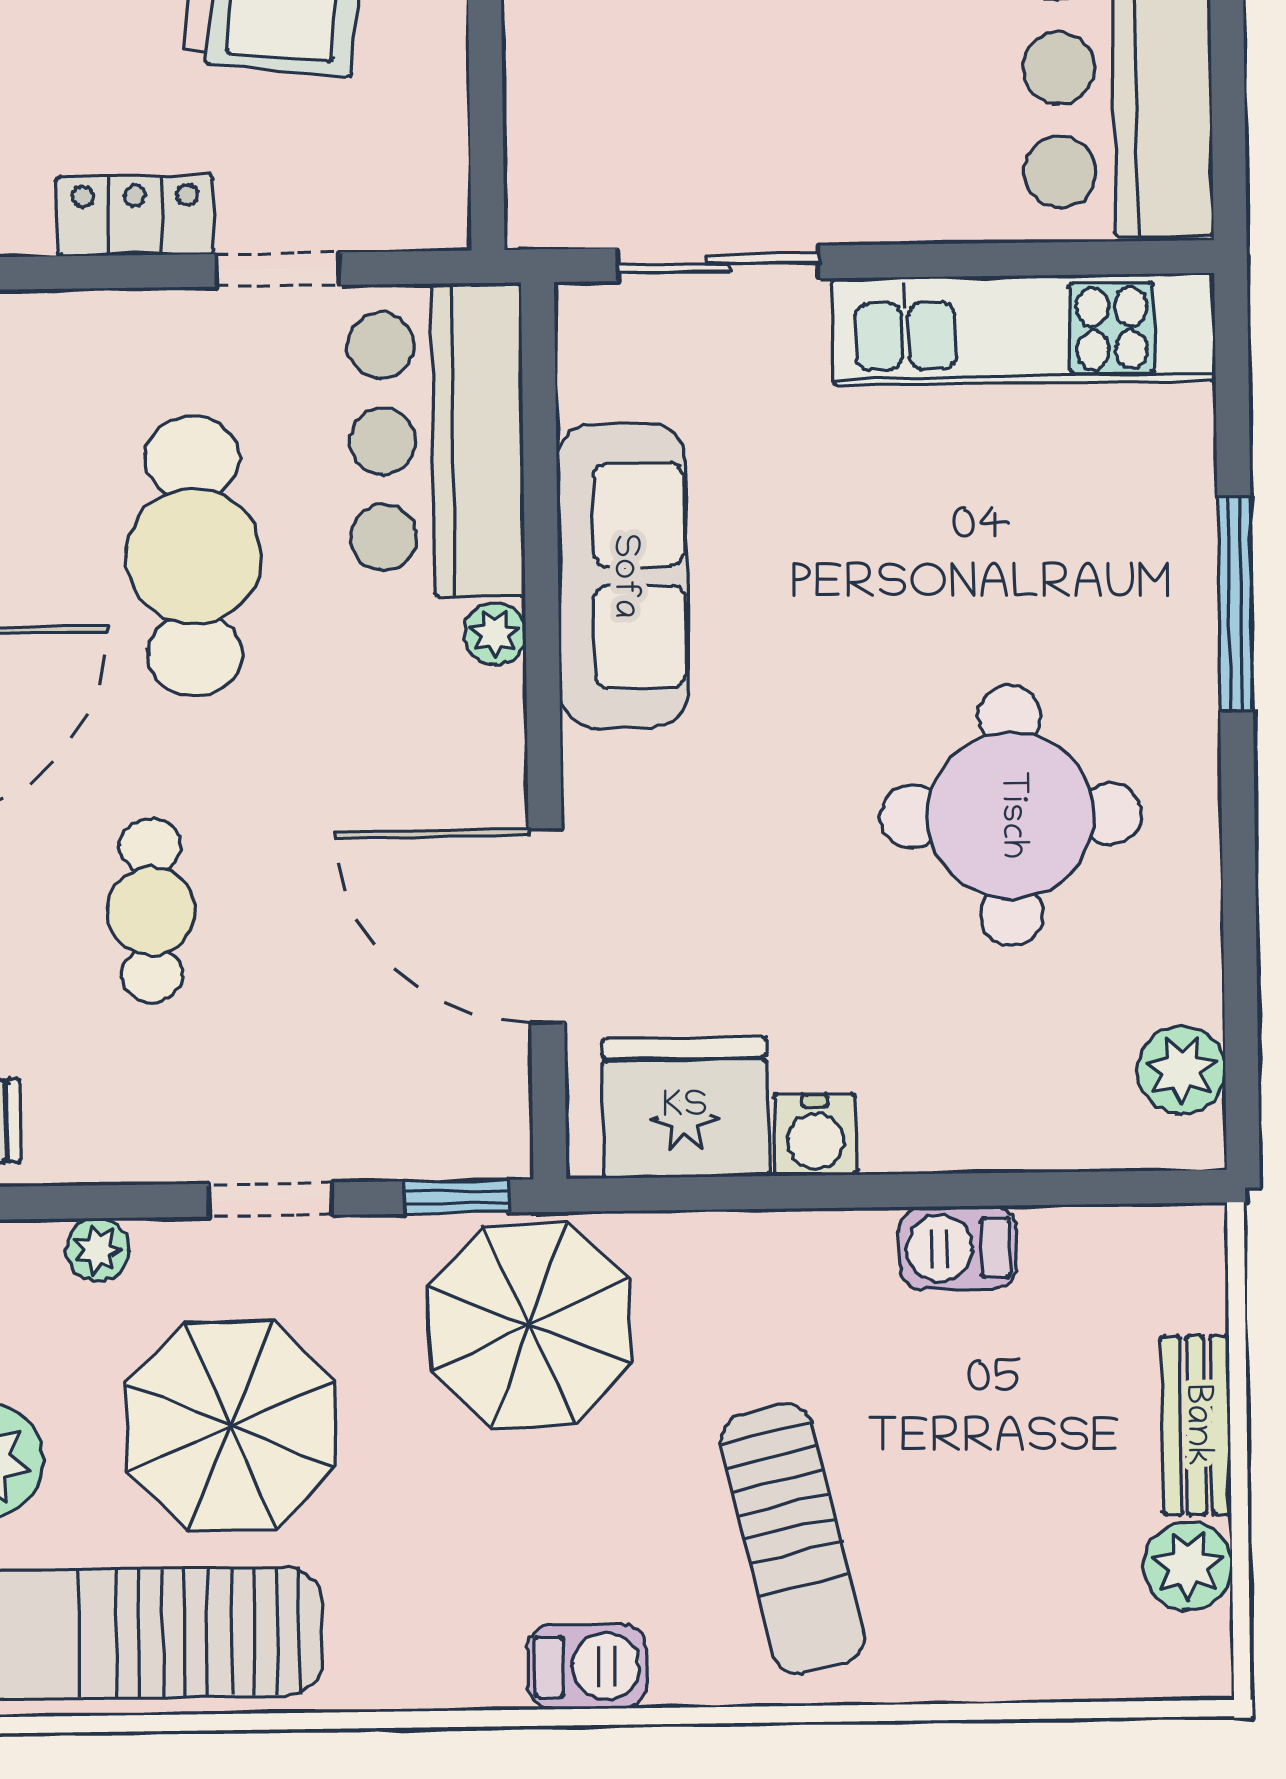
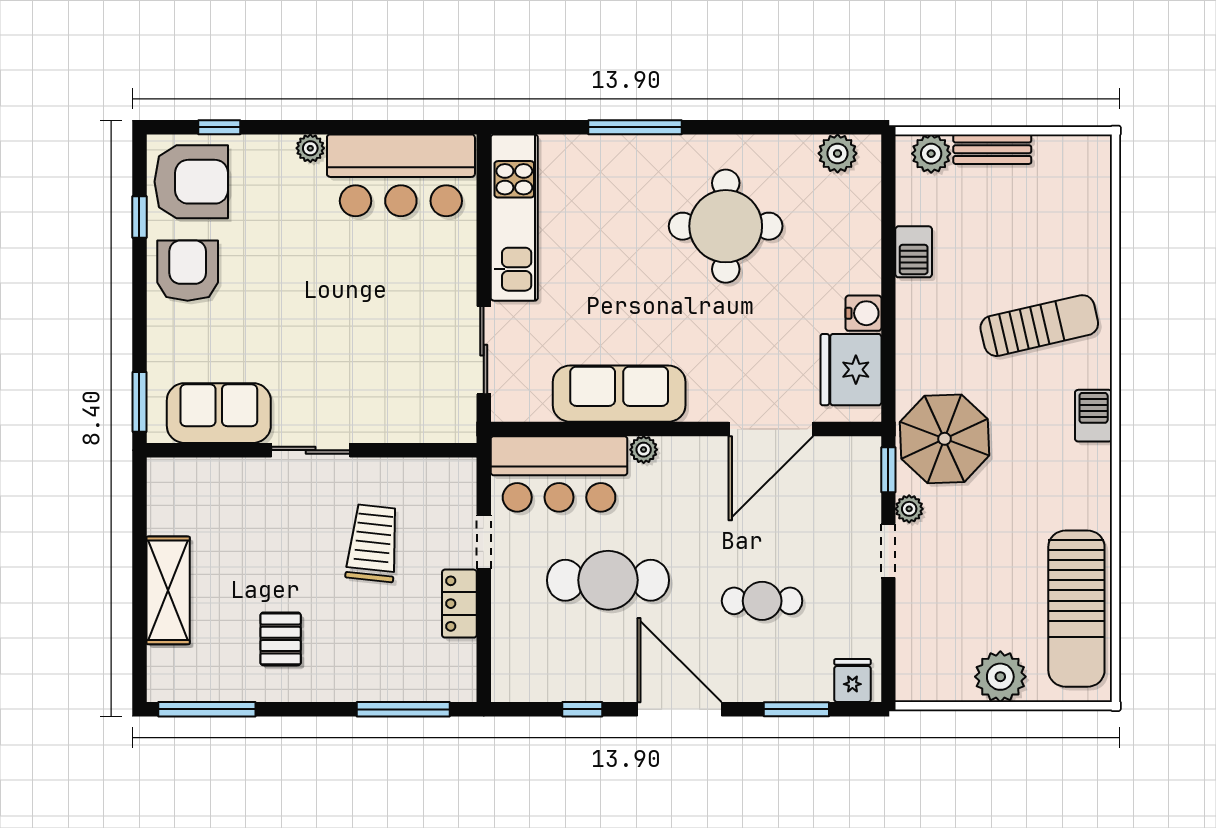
plant: (98, 1250) -> (909, 509), moved
parasol: (231, 1426) -> (987, 569), removed
plant: (1188, 1566) -> (931, 154), moved

